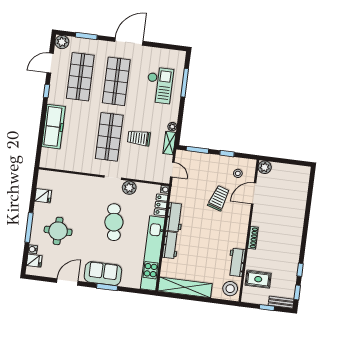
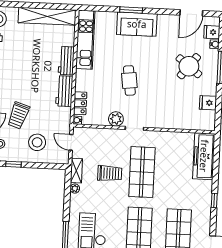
window: (46, 91) -> (214, 200), moved
freezer: (54, 127) -> (204, 156), moved
window: (197, 150) -> (46, 166), removed
stool: (204, 172) -> (37, 142), added
cafe table: (114, 222) -> (129, 80), width x0.73, depth x0.74
round table: (58, 231) -> (189, 66), turned 38
kitchen unit: (153, 253) -> (85, 40), width x0.73
door: (67, 282) -> (191, 13), moved

